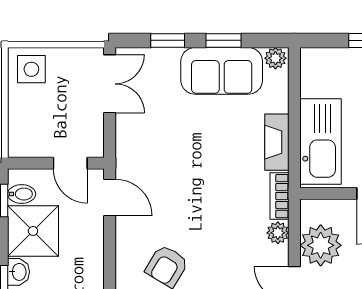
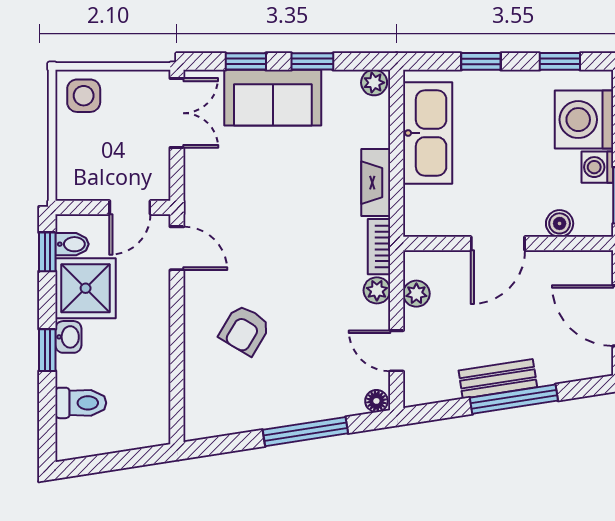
sofa: (222, 71) -> (273, 98), moved
kitchen sink: (320, 141) -> (428, 133), moved
door: (70, 163) -> (130, 207), hinge flipped
plant: (321, 245) -> (416, 294), width x0.53, depth x0.53

